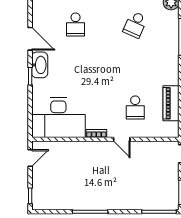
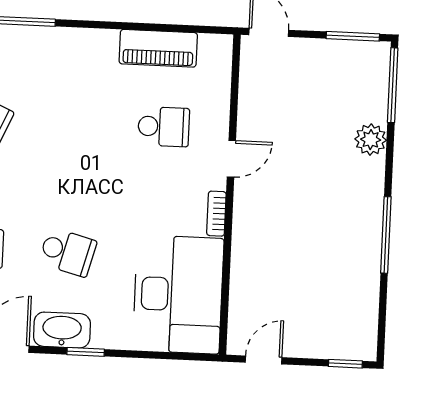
school desk: (76, 66) -> (68, 252), added
door: (30, 158) -> (264, 360), hinge flipped
plant: (134, 203) -> (371, 140), added

